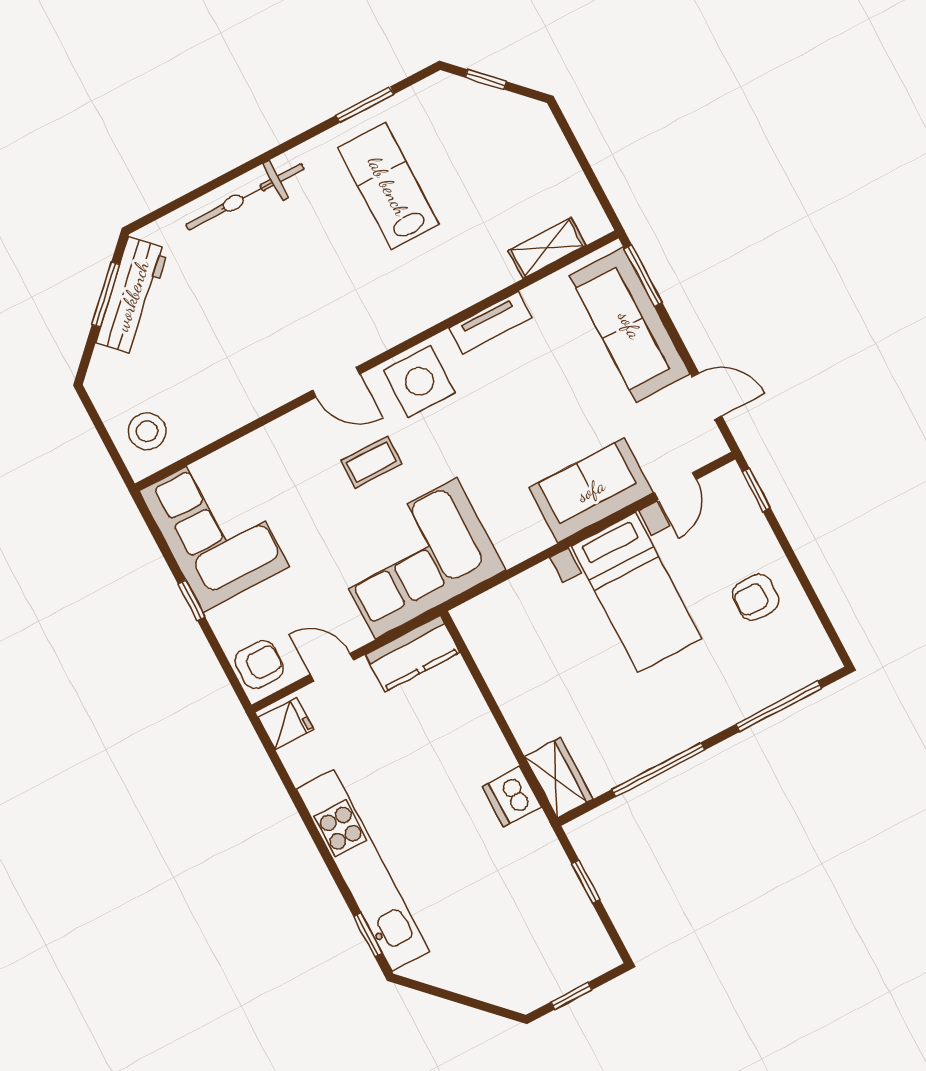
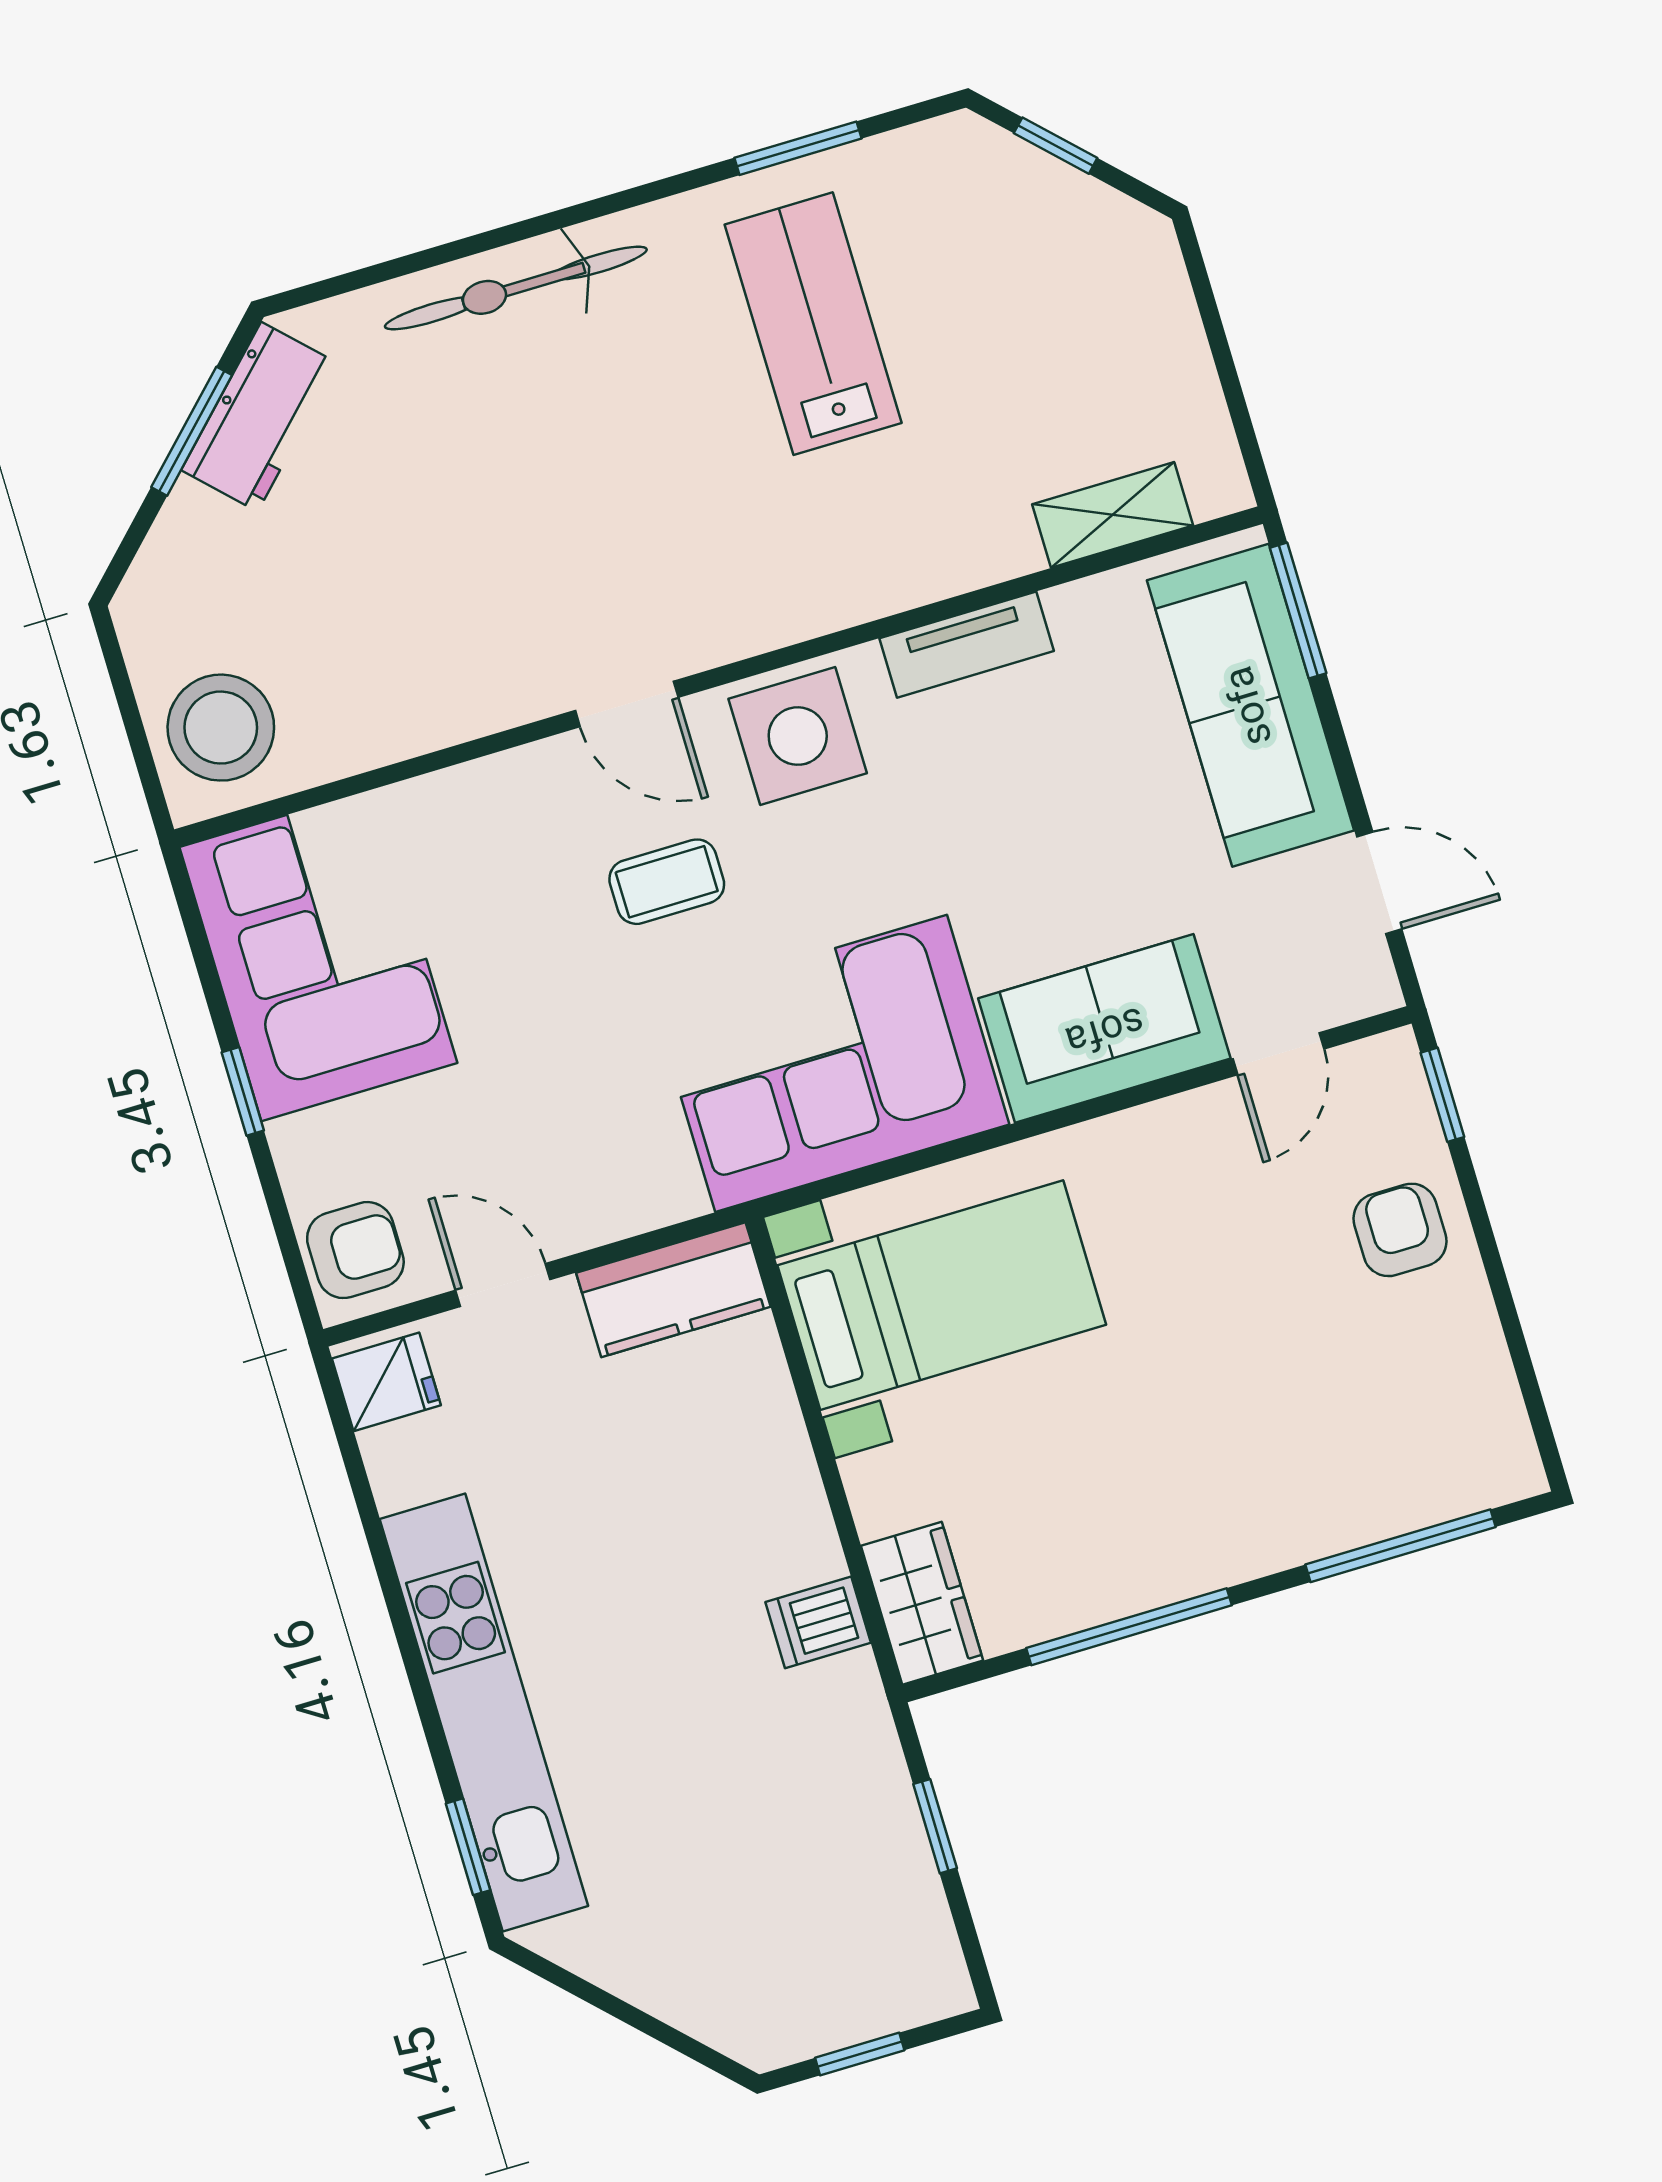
workbench: (132, 296) -> (259, 417), width x0.73
stool: (147, 431) -> (221, 728), width x1.38, depth x1.38
corner sofa: (416, 558) -> (831, 1063), moved
bed with nightstands: (637, 592) -> (942, 1295), moved, turned -90
armchair: (756, 597) -> (1400, 1230), moved, turned 90
dishwasher: (512, 797) -> (818, 1622), width x0.73

